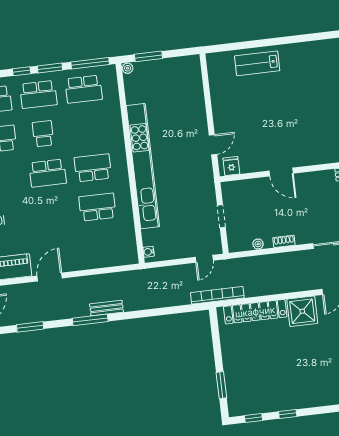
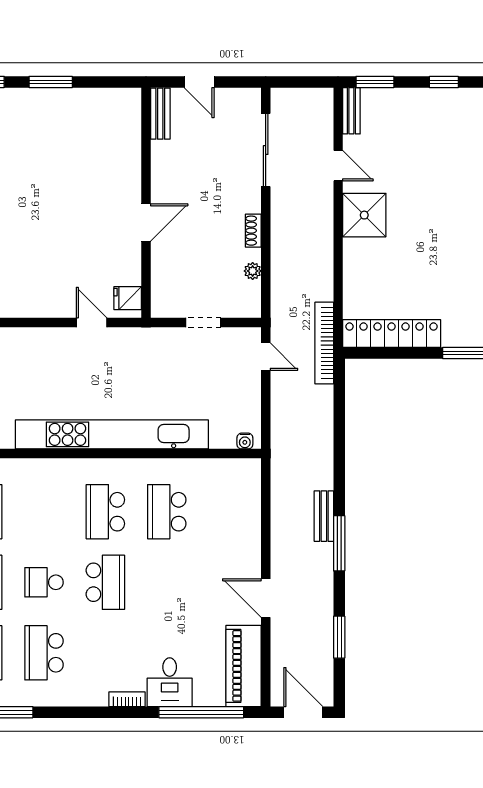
locker: (255, 312) -> (392, 333), moved, turned -90

